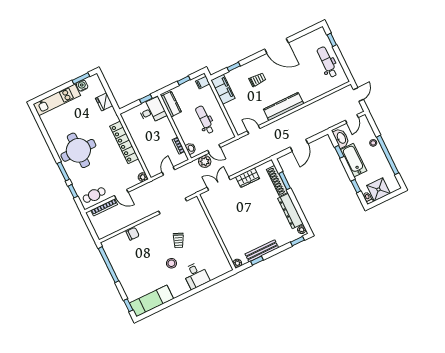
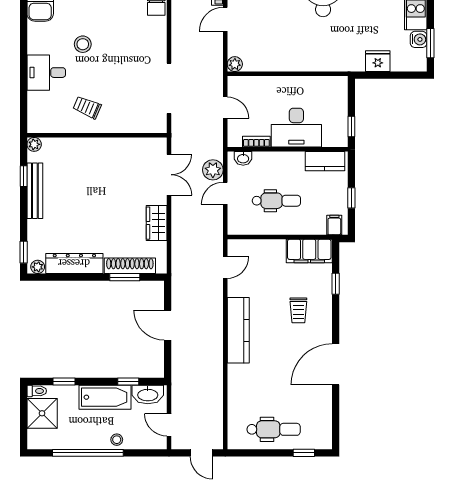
desk: (152, 111) -> (296, 128), moved, width x1.37
locker: (124, 142) -> (301, 62), removed
trolley: (178, 240) -> (87, 107), moved

